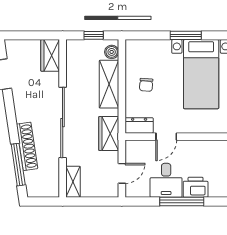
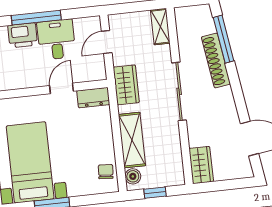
chair: (146, 85) -> (106, 172), moved
sliding door: (63, 123) -> (179, 91), width x0.73

